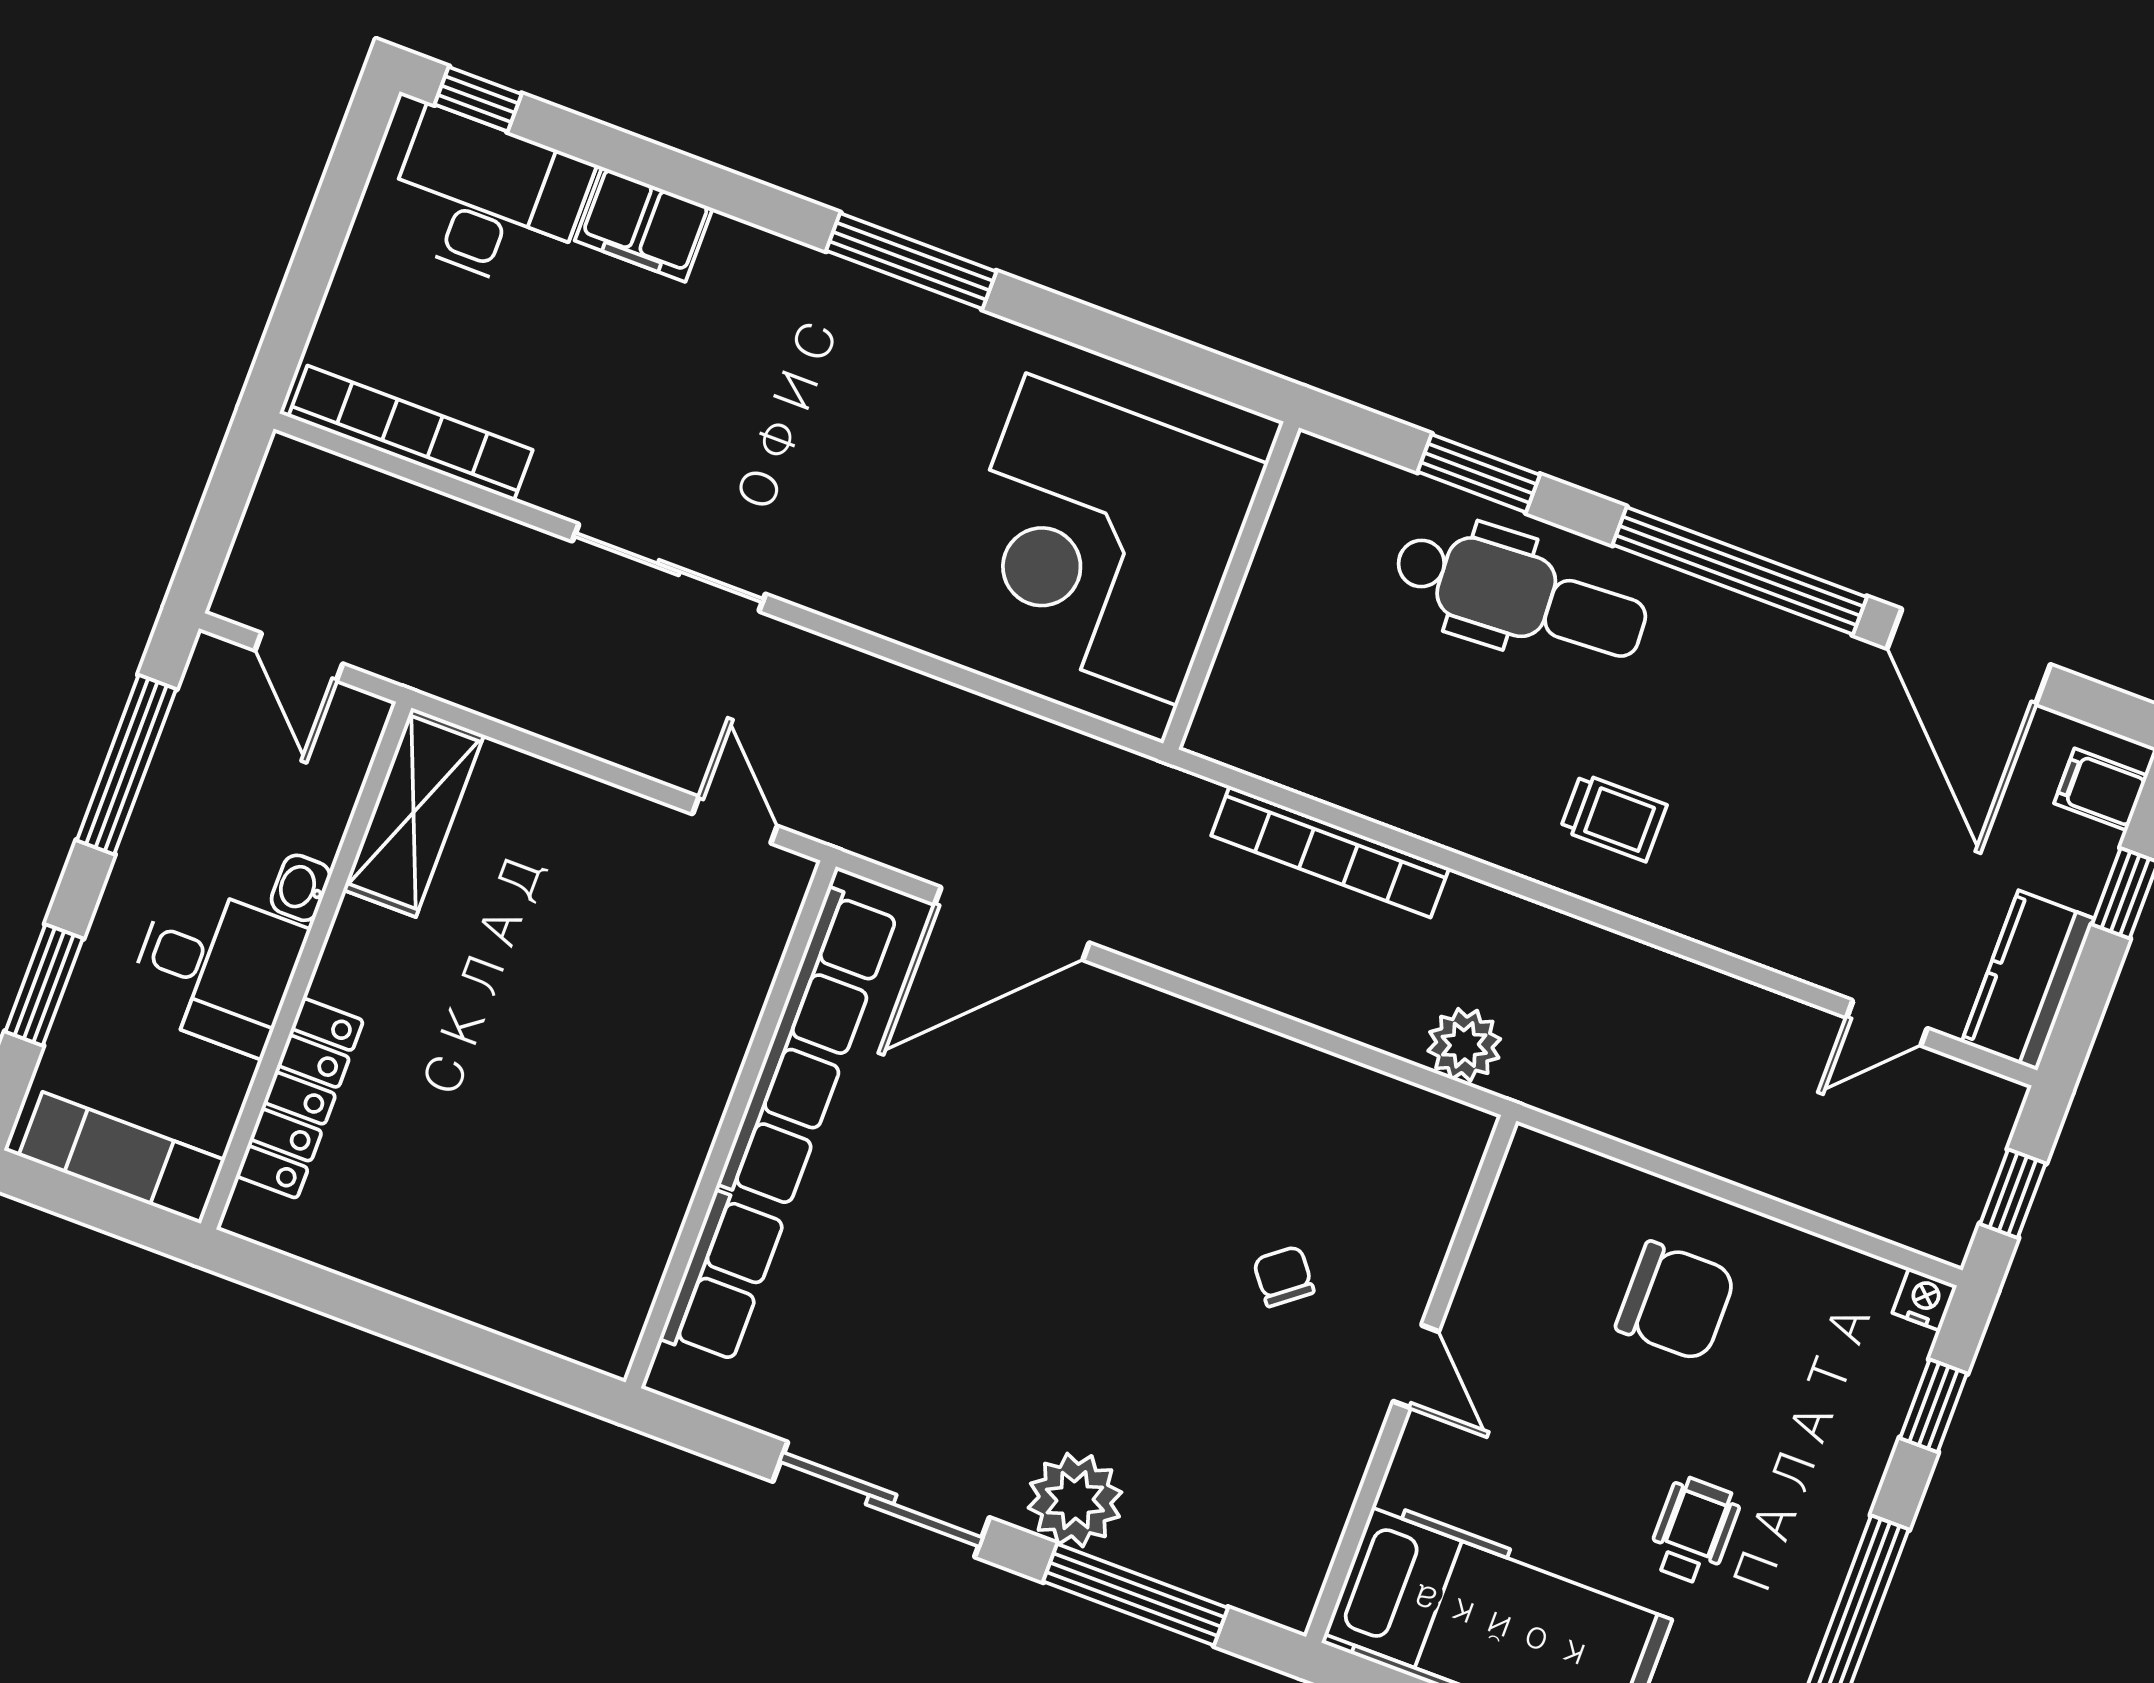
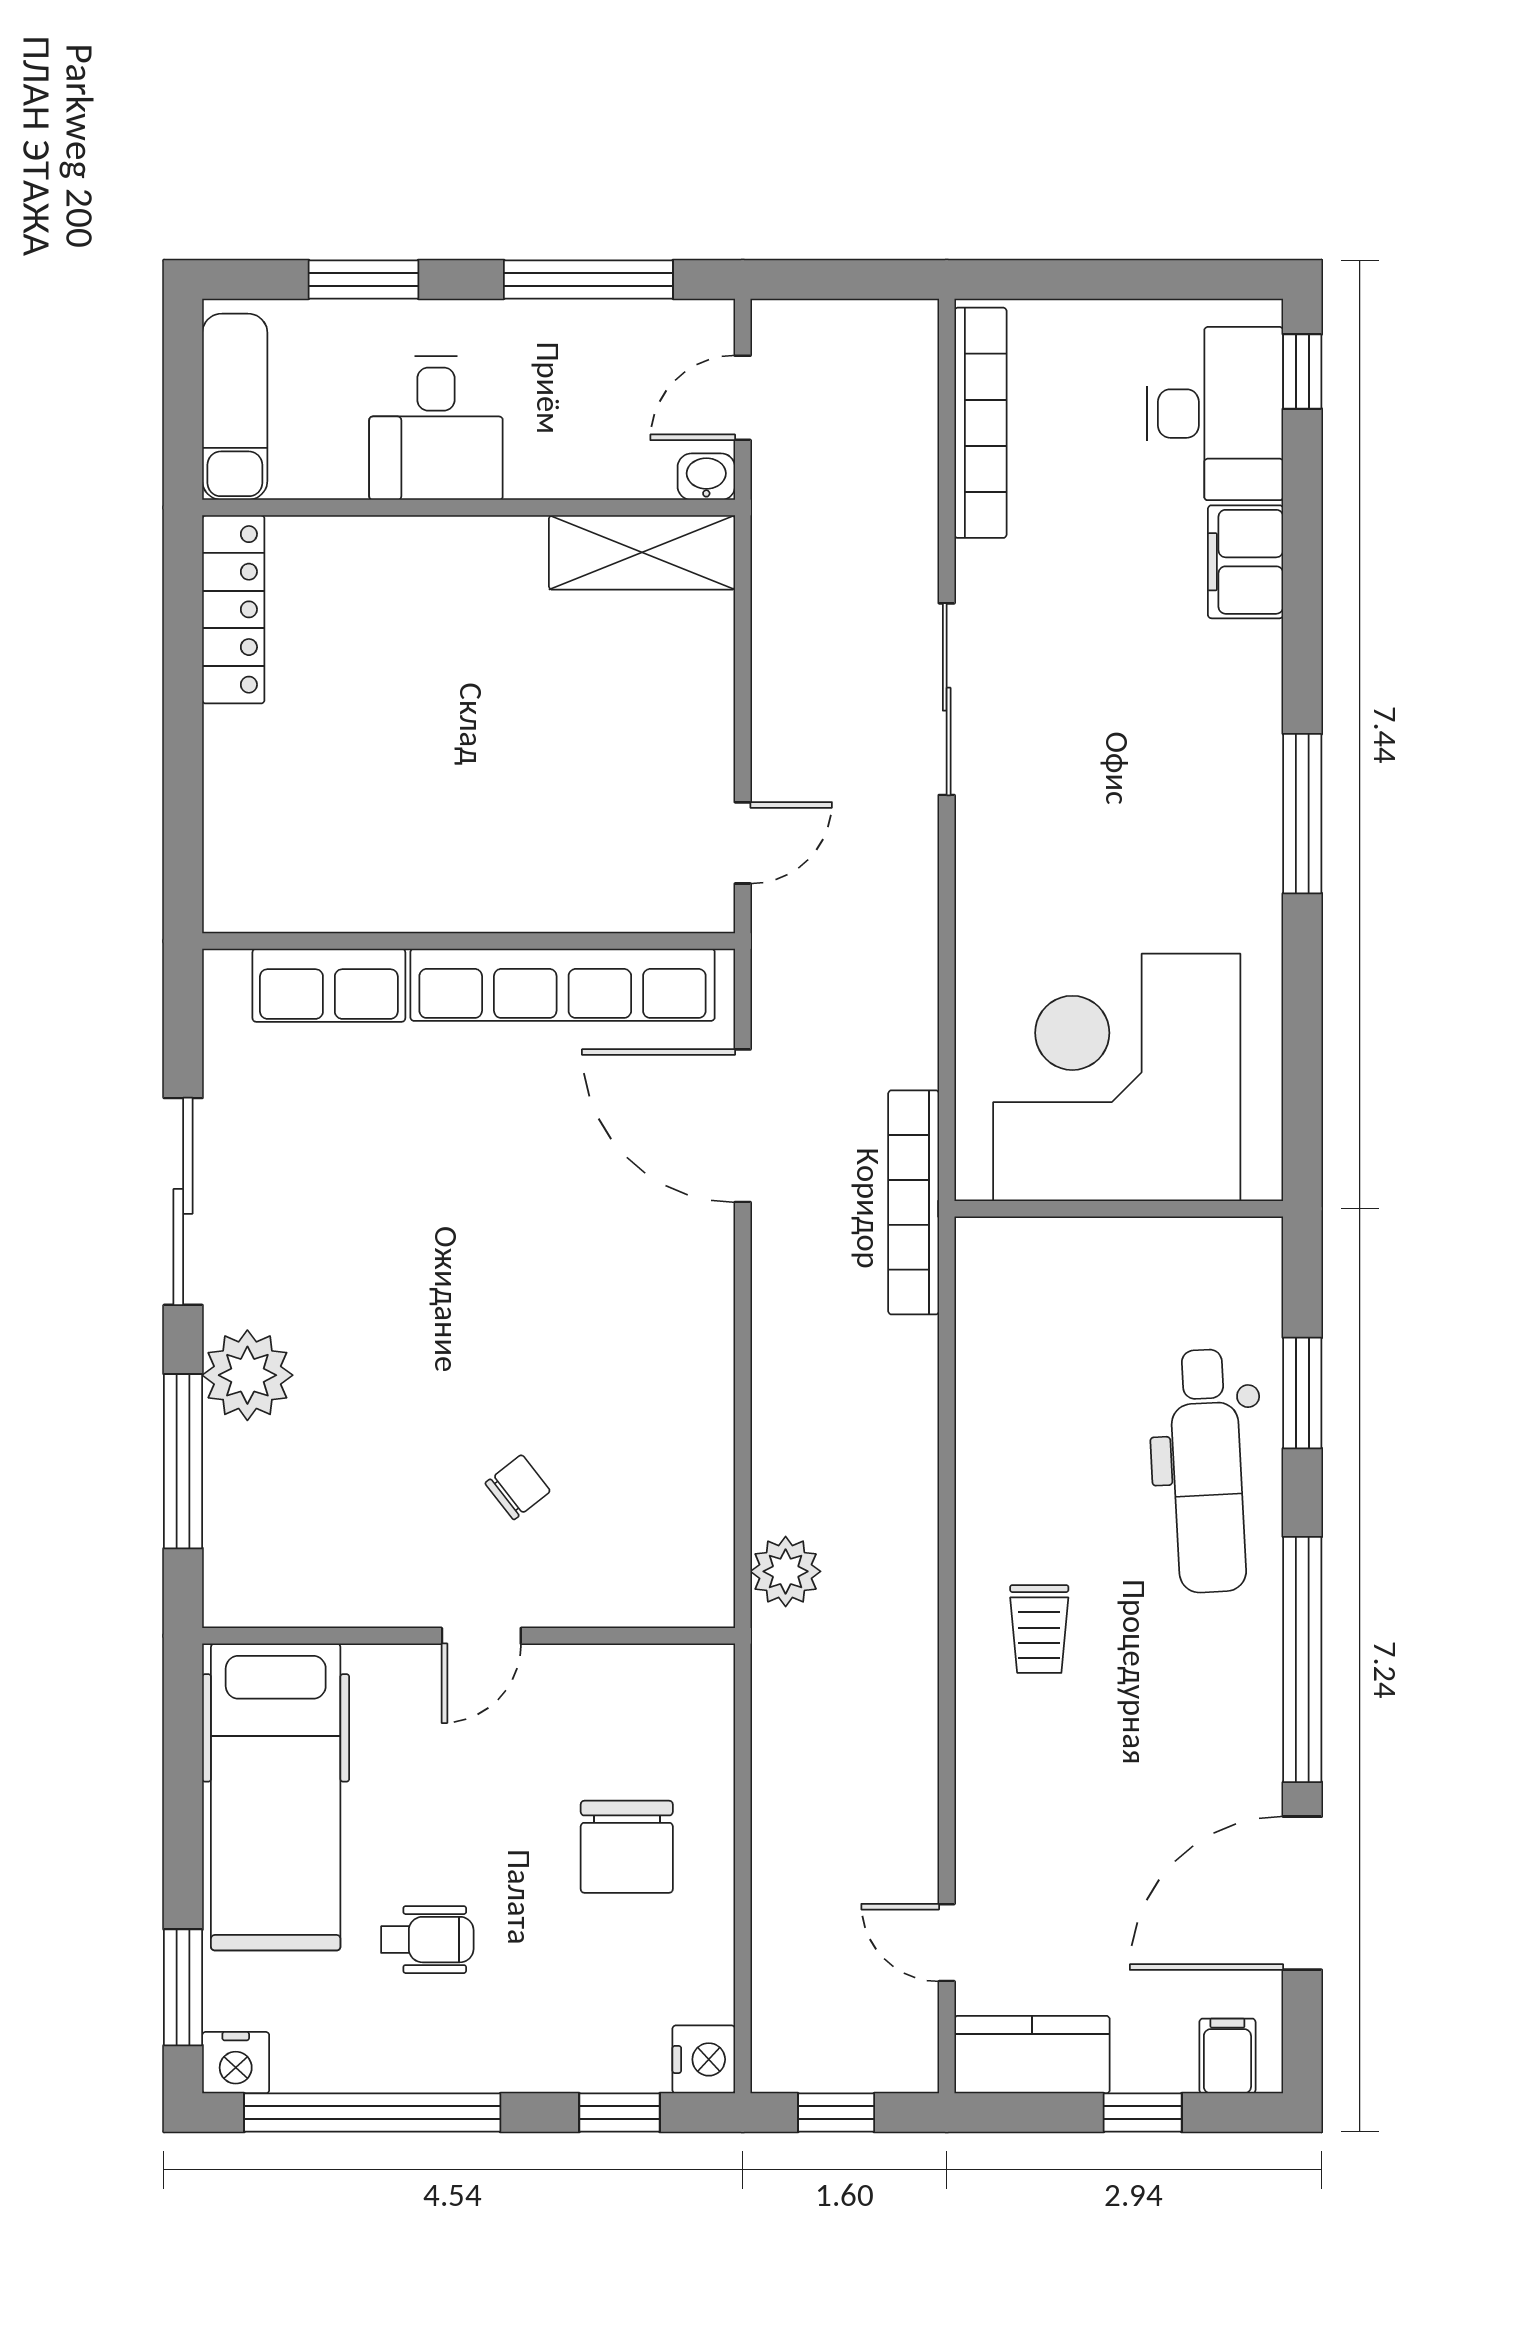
bookcase: (1330, 852) -> (914, 1202), moved
washbasin: (301, 888) -> (706, 477), moved
locker: (300, 1098) -> (233, 609), moved, turned -90
nightstand: (1925, 1299) -> (704, 2059), width x1.39, depth x1.35

